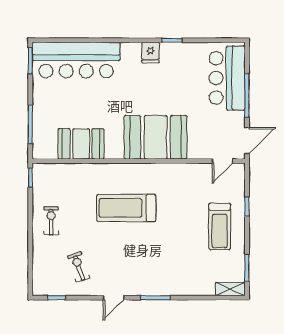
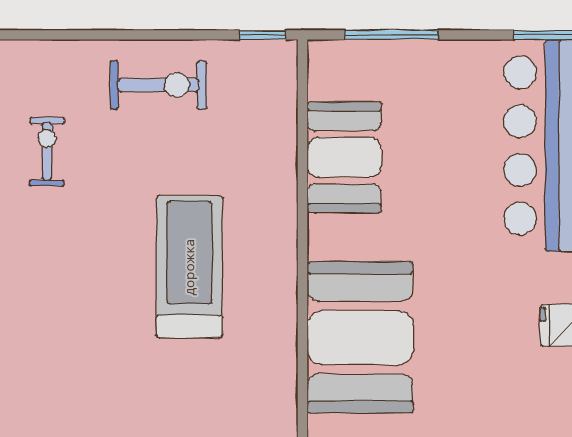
exercise bike: (51, 221) -> (158, 85), width x1.38, depth x1.39
exercise bike: (79, 267) -> (47, 151), turned -71

